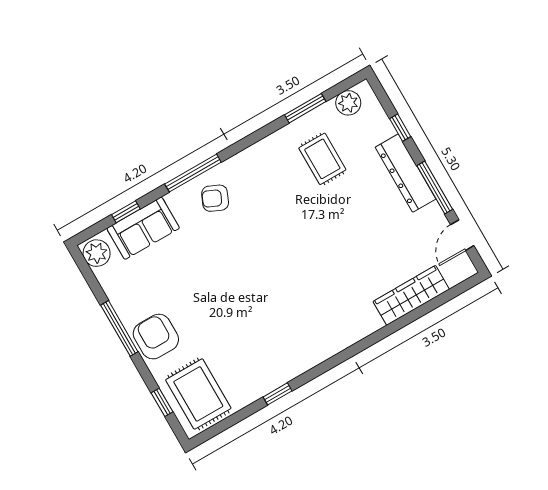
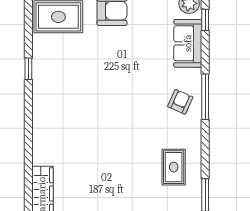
rug: (322, 159) -> (174, 167), moved, turned 90
window: (126, 212) -> (205, 20), moved

